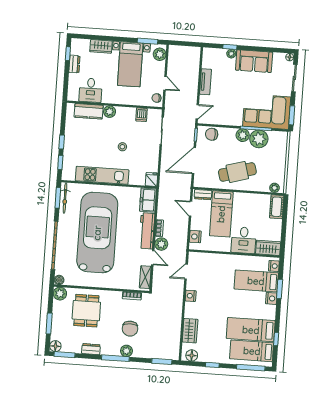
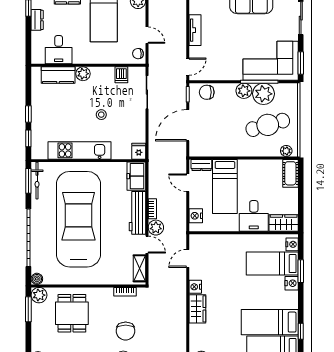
cafe table: (237, 172) -> (268, 125), moved
window: (49, 324) -> (28, 309), moved
wardrobe: (190, 331) -> (197, 309), moved

